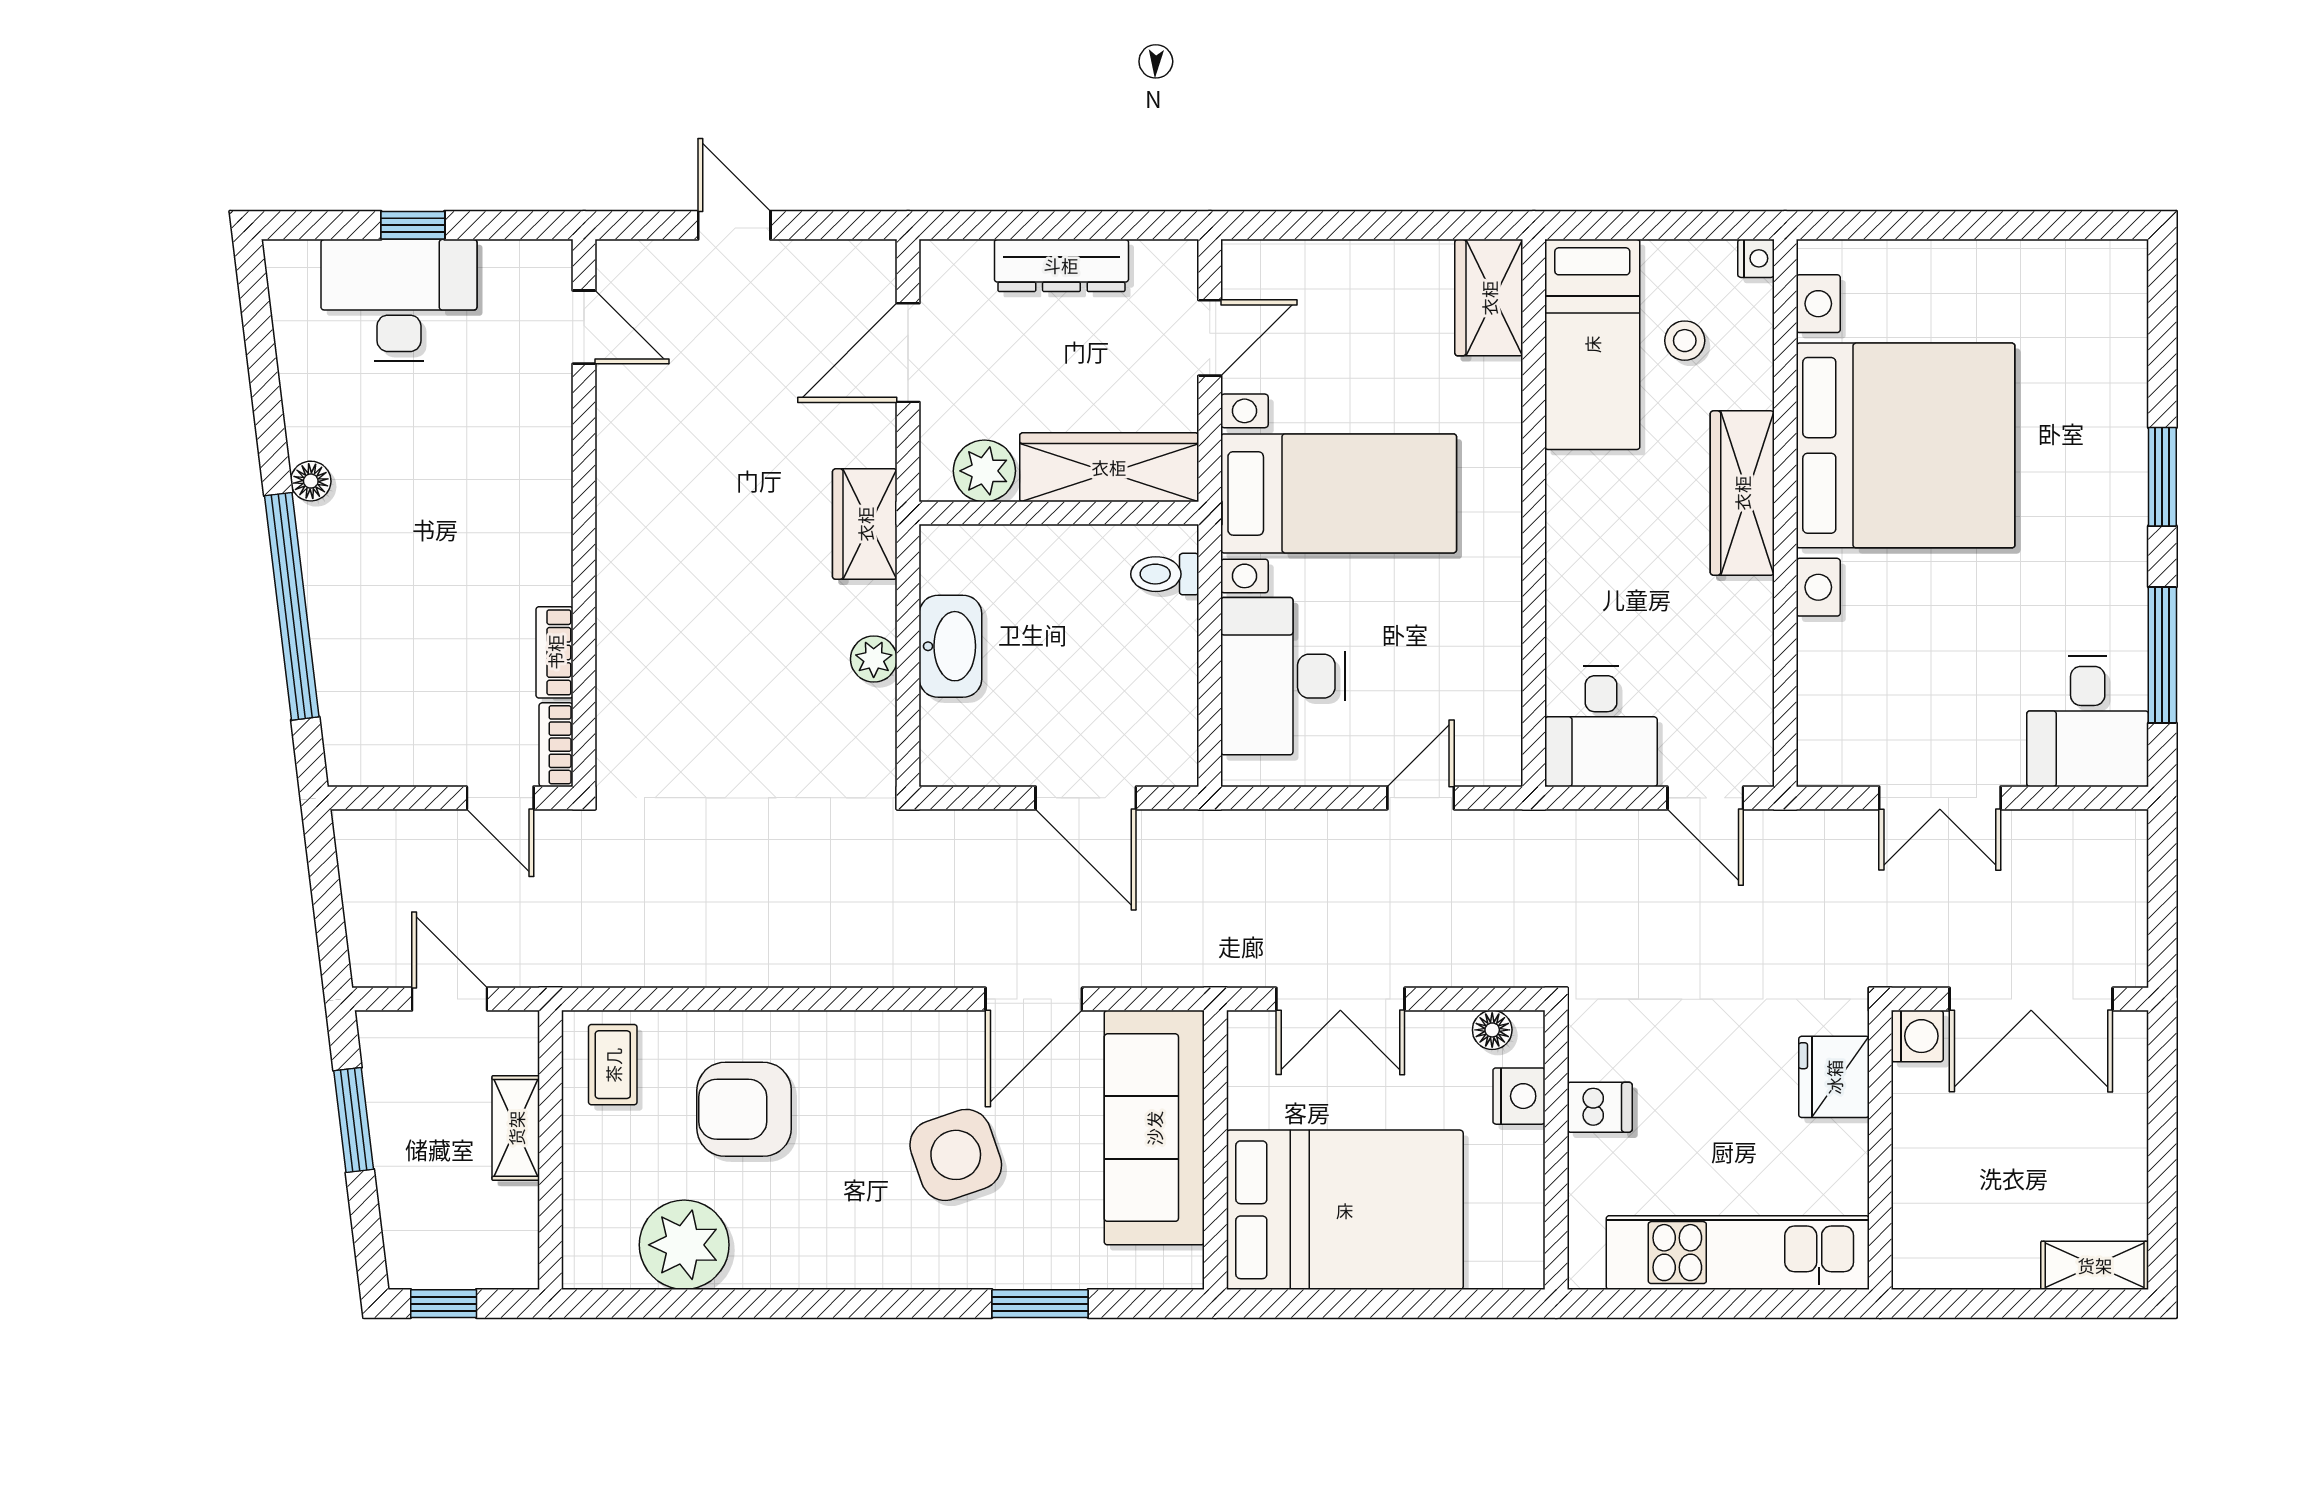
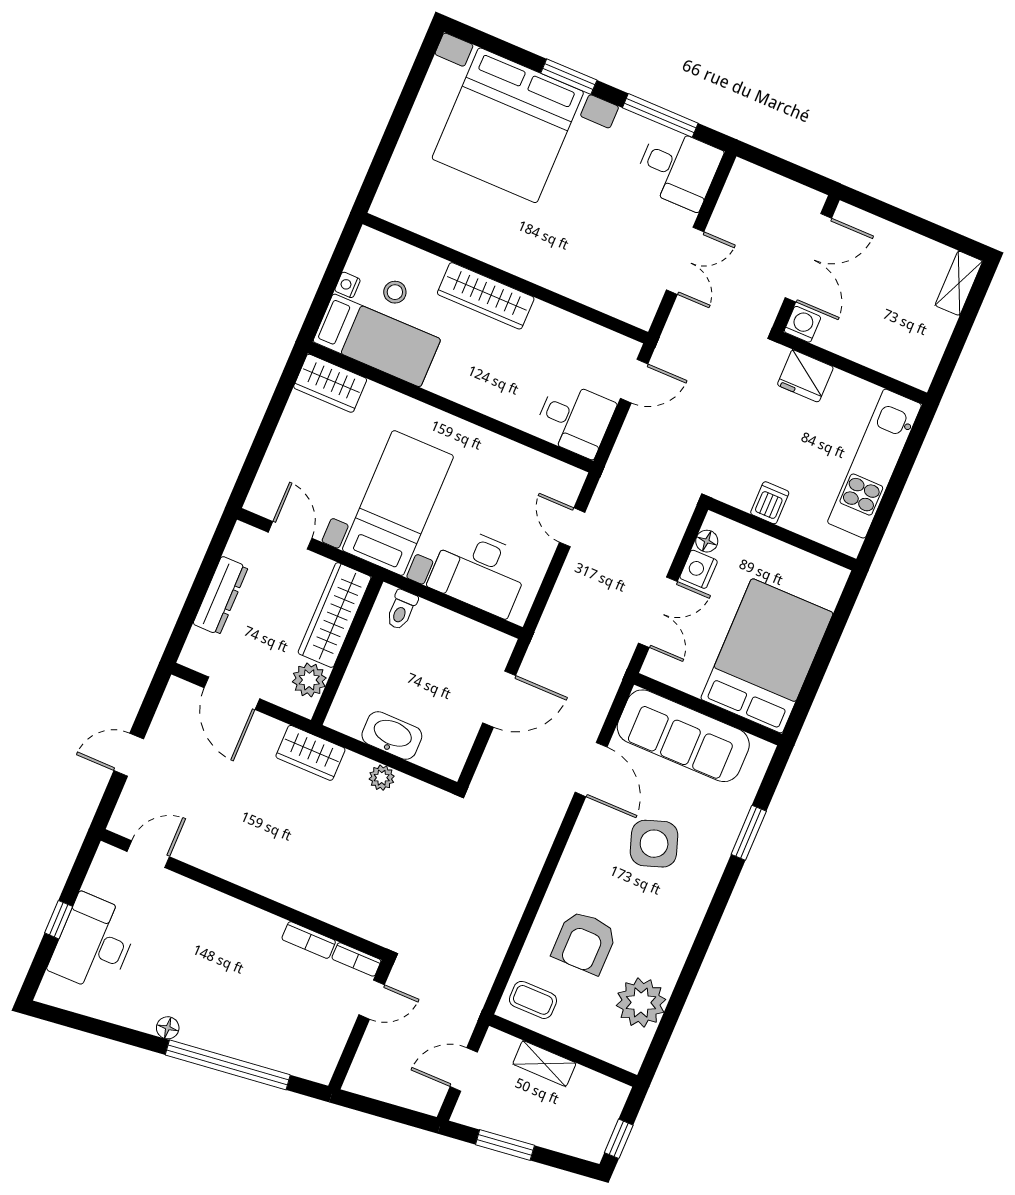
nightstand: (1756, 258) -> (347, 285), moved, turned -90
bed with nightstands: (1906, 445) -> (508, 125), moved, turned 180
nightstand: (1519, 1096) -> (699, 569), moved, turned -90

